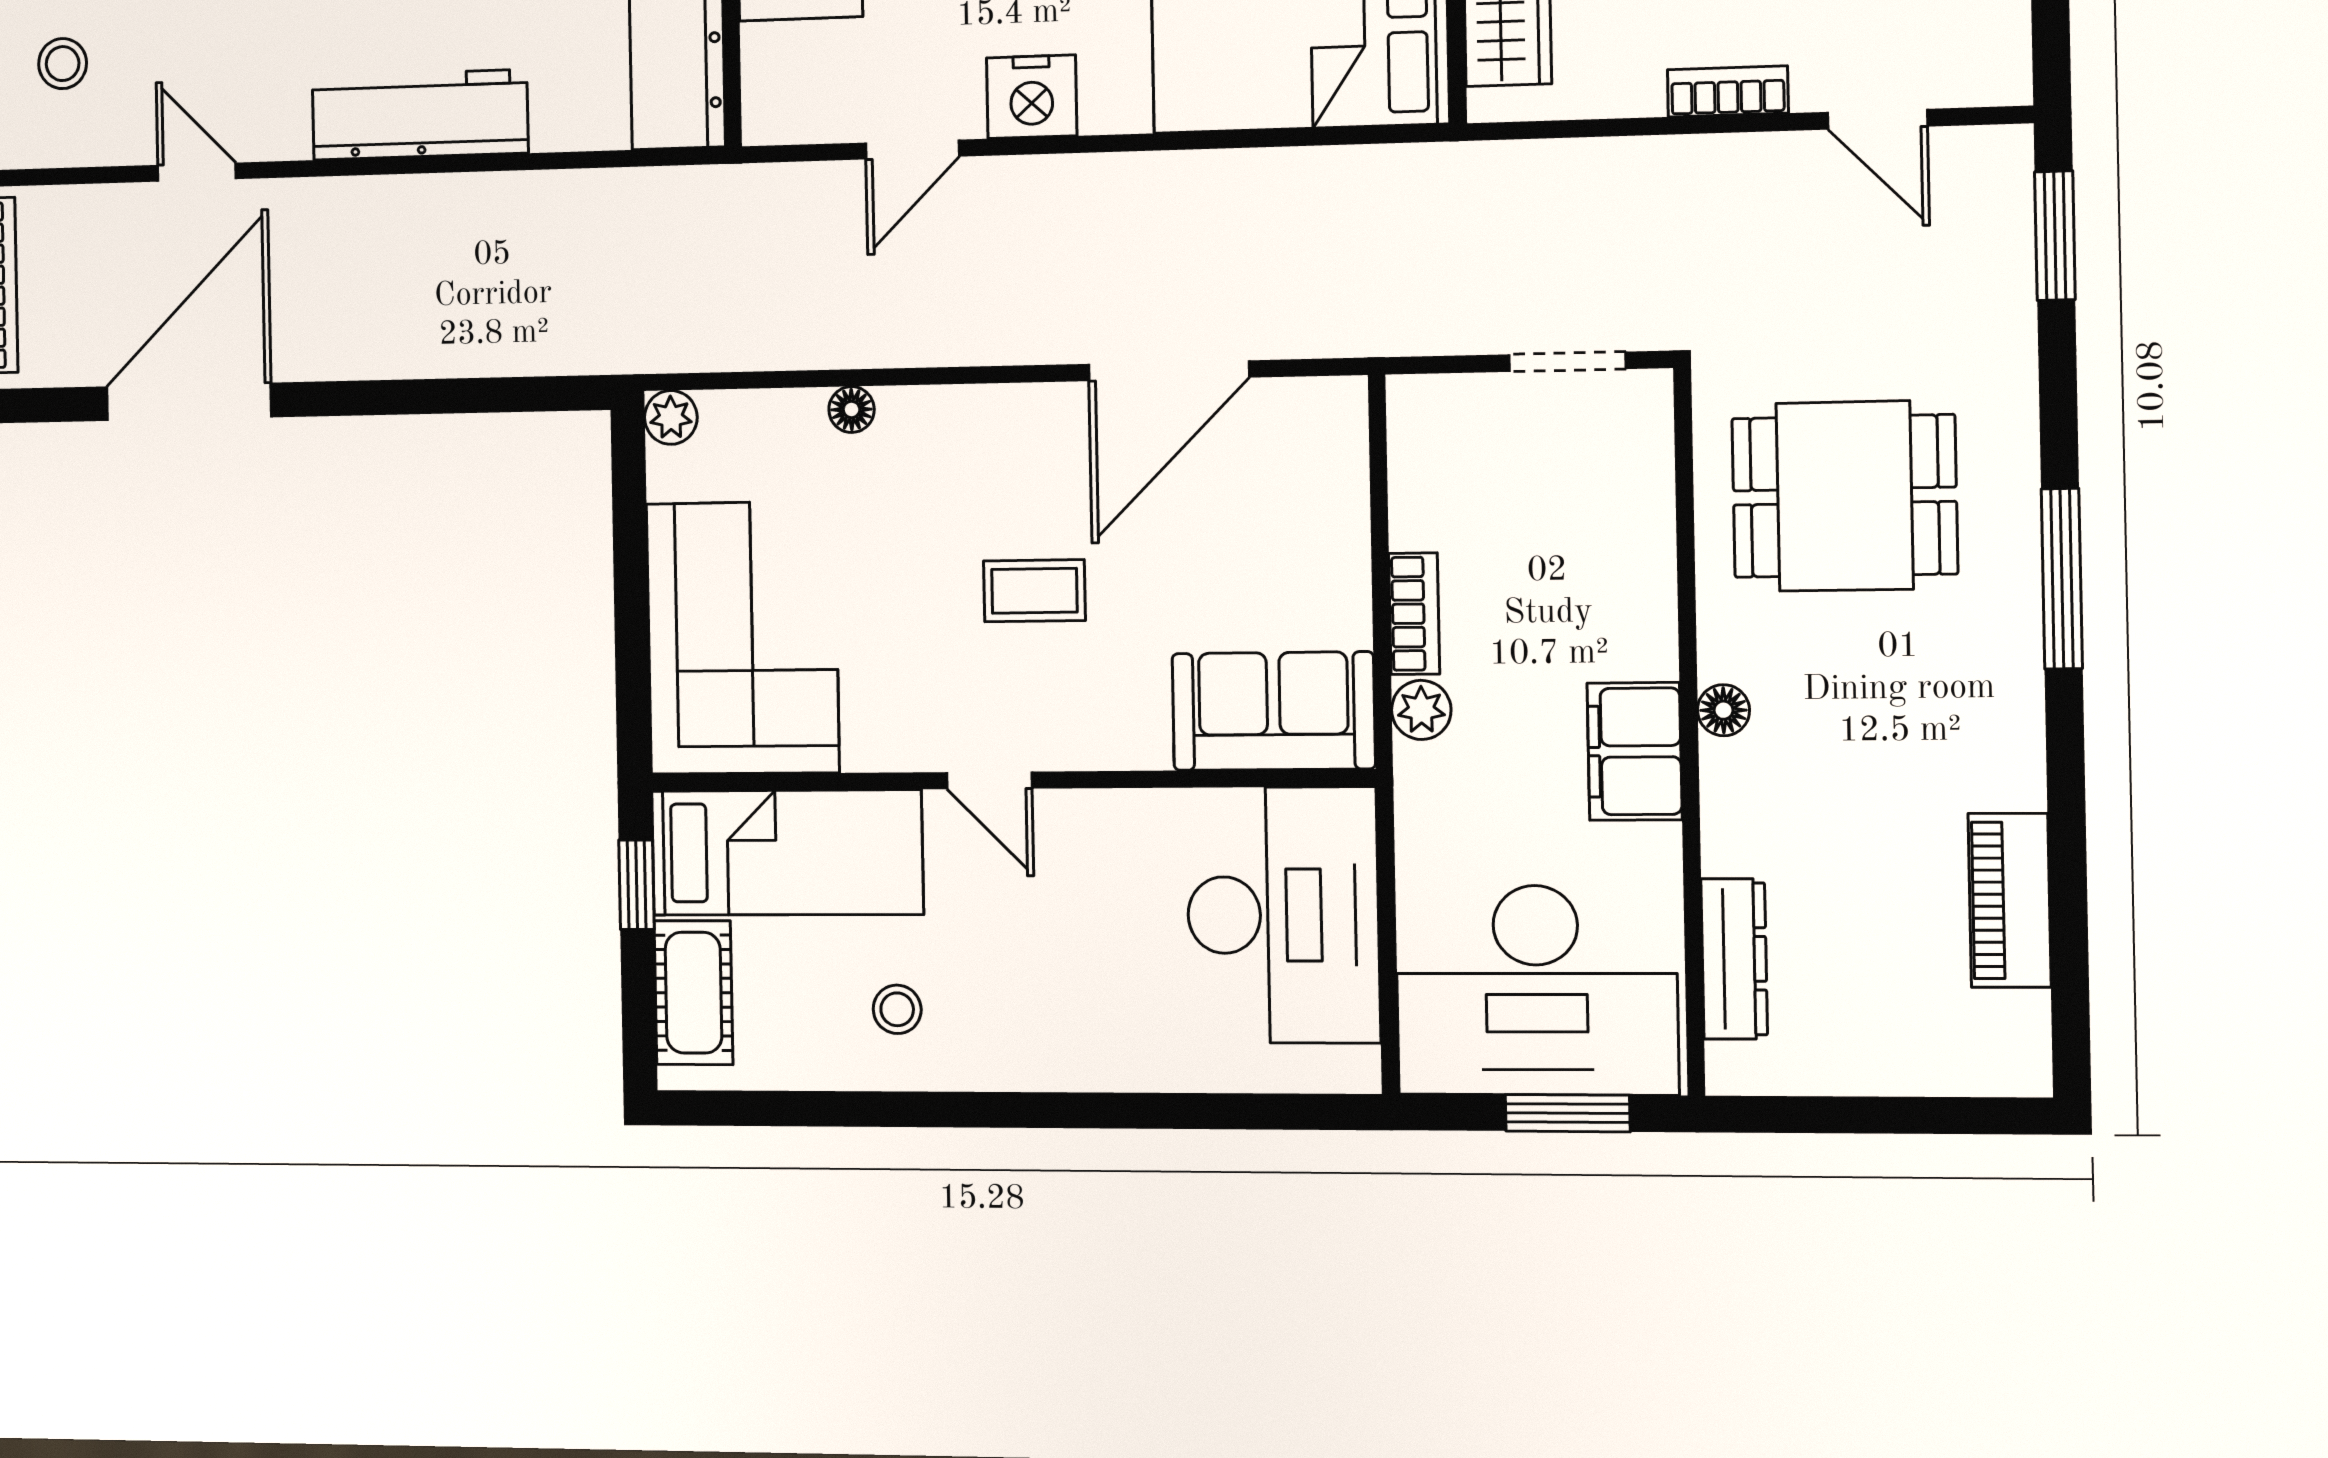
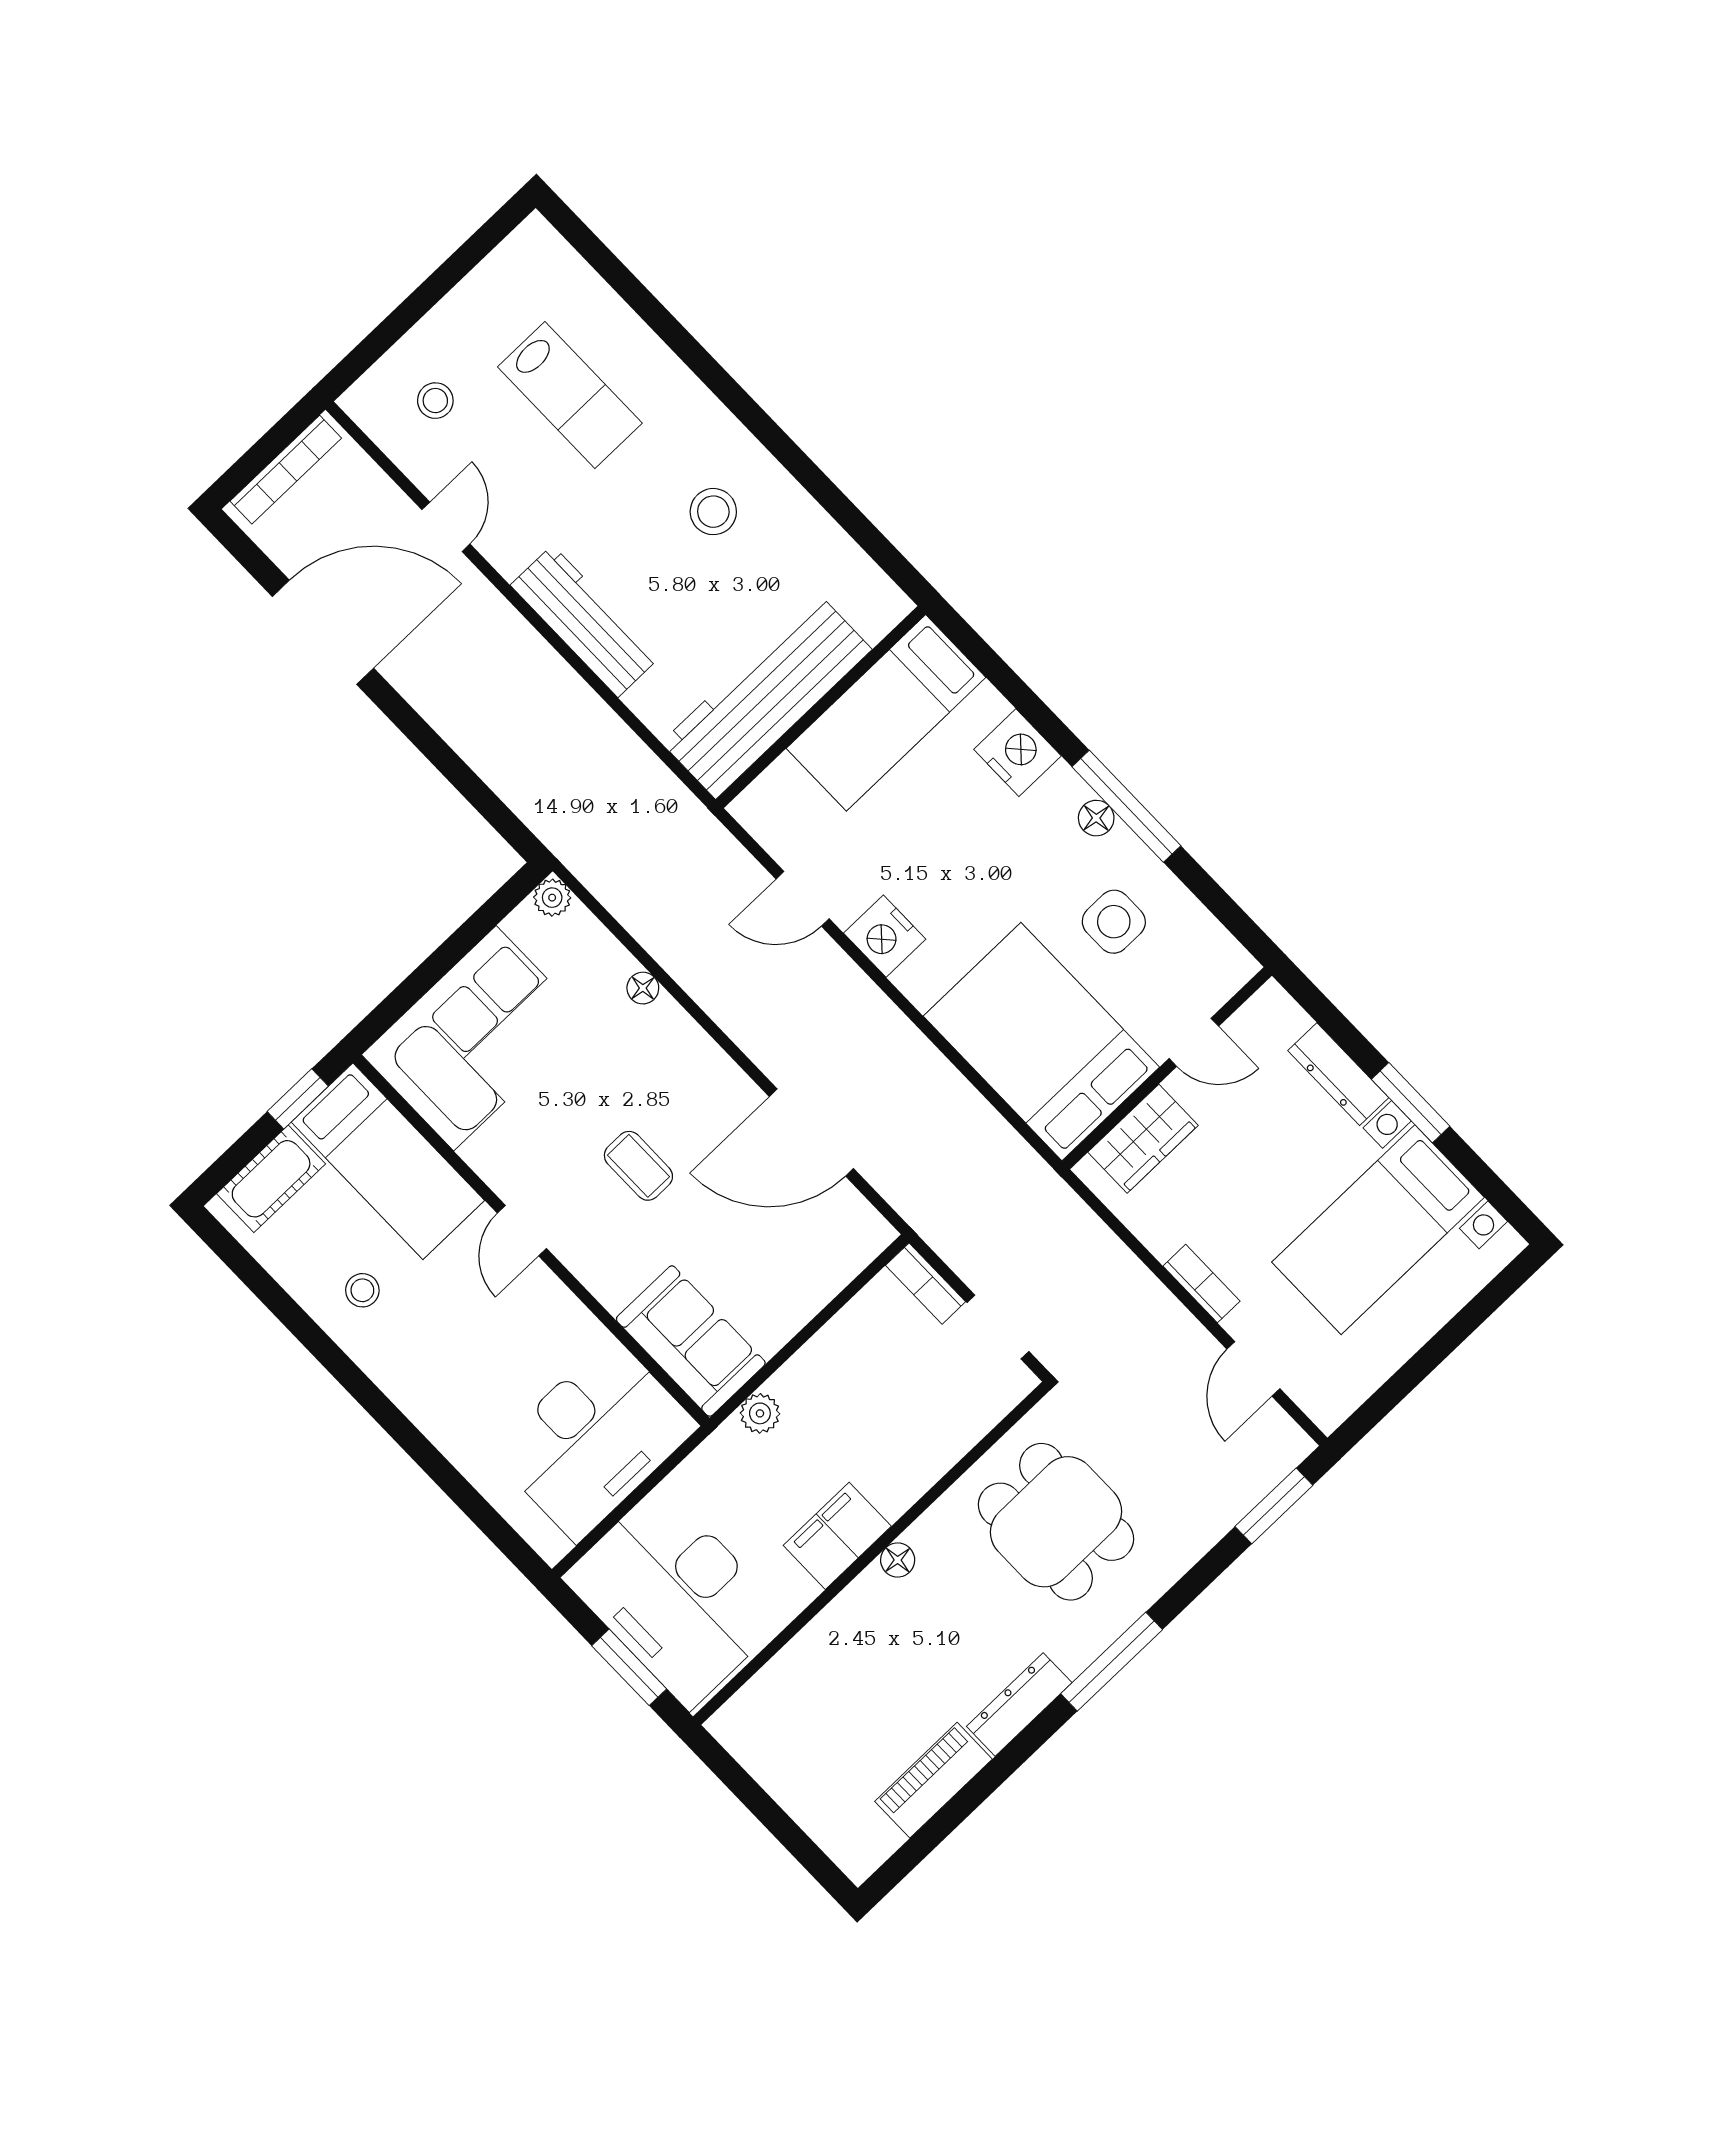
bookcase: (1414, 614) -> (926, 1284), moved, turned 90
dresser: (1734, 959) -> (1019, 1705), moved, turned 180

